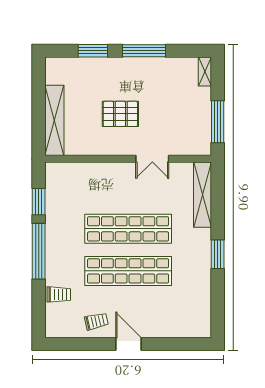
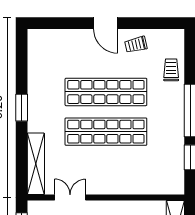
double door: (152, 159) -> (70, 198), moved
trolley: (59, 294) -> (171, 70), turned 90

